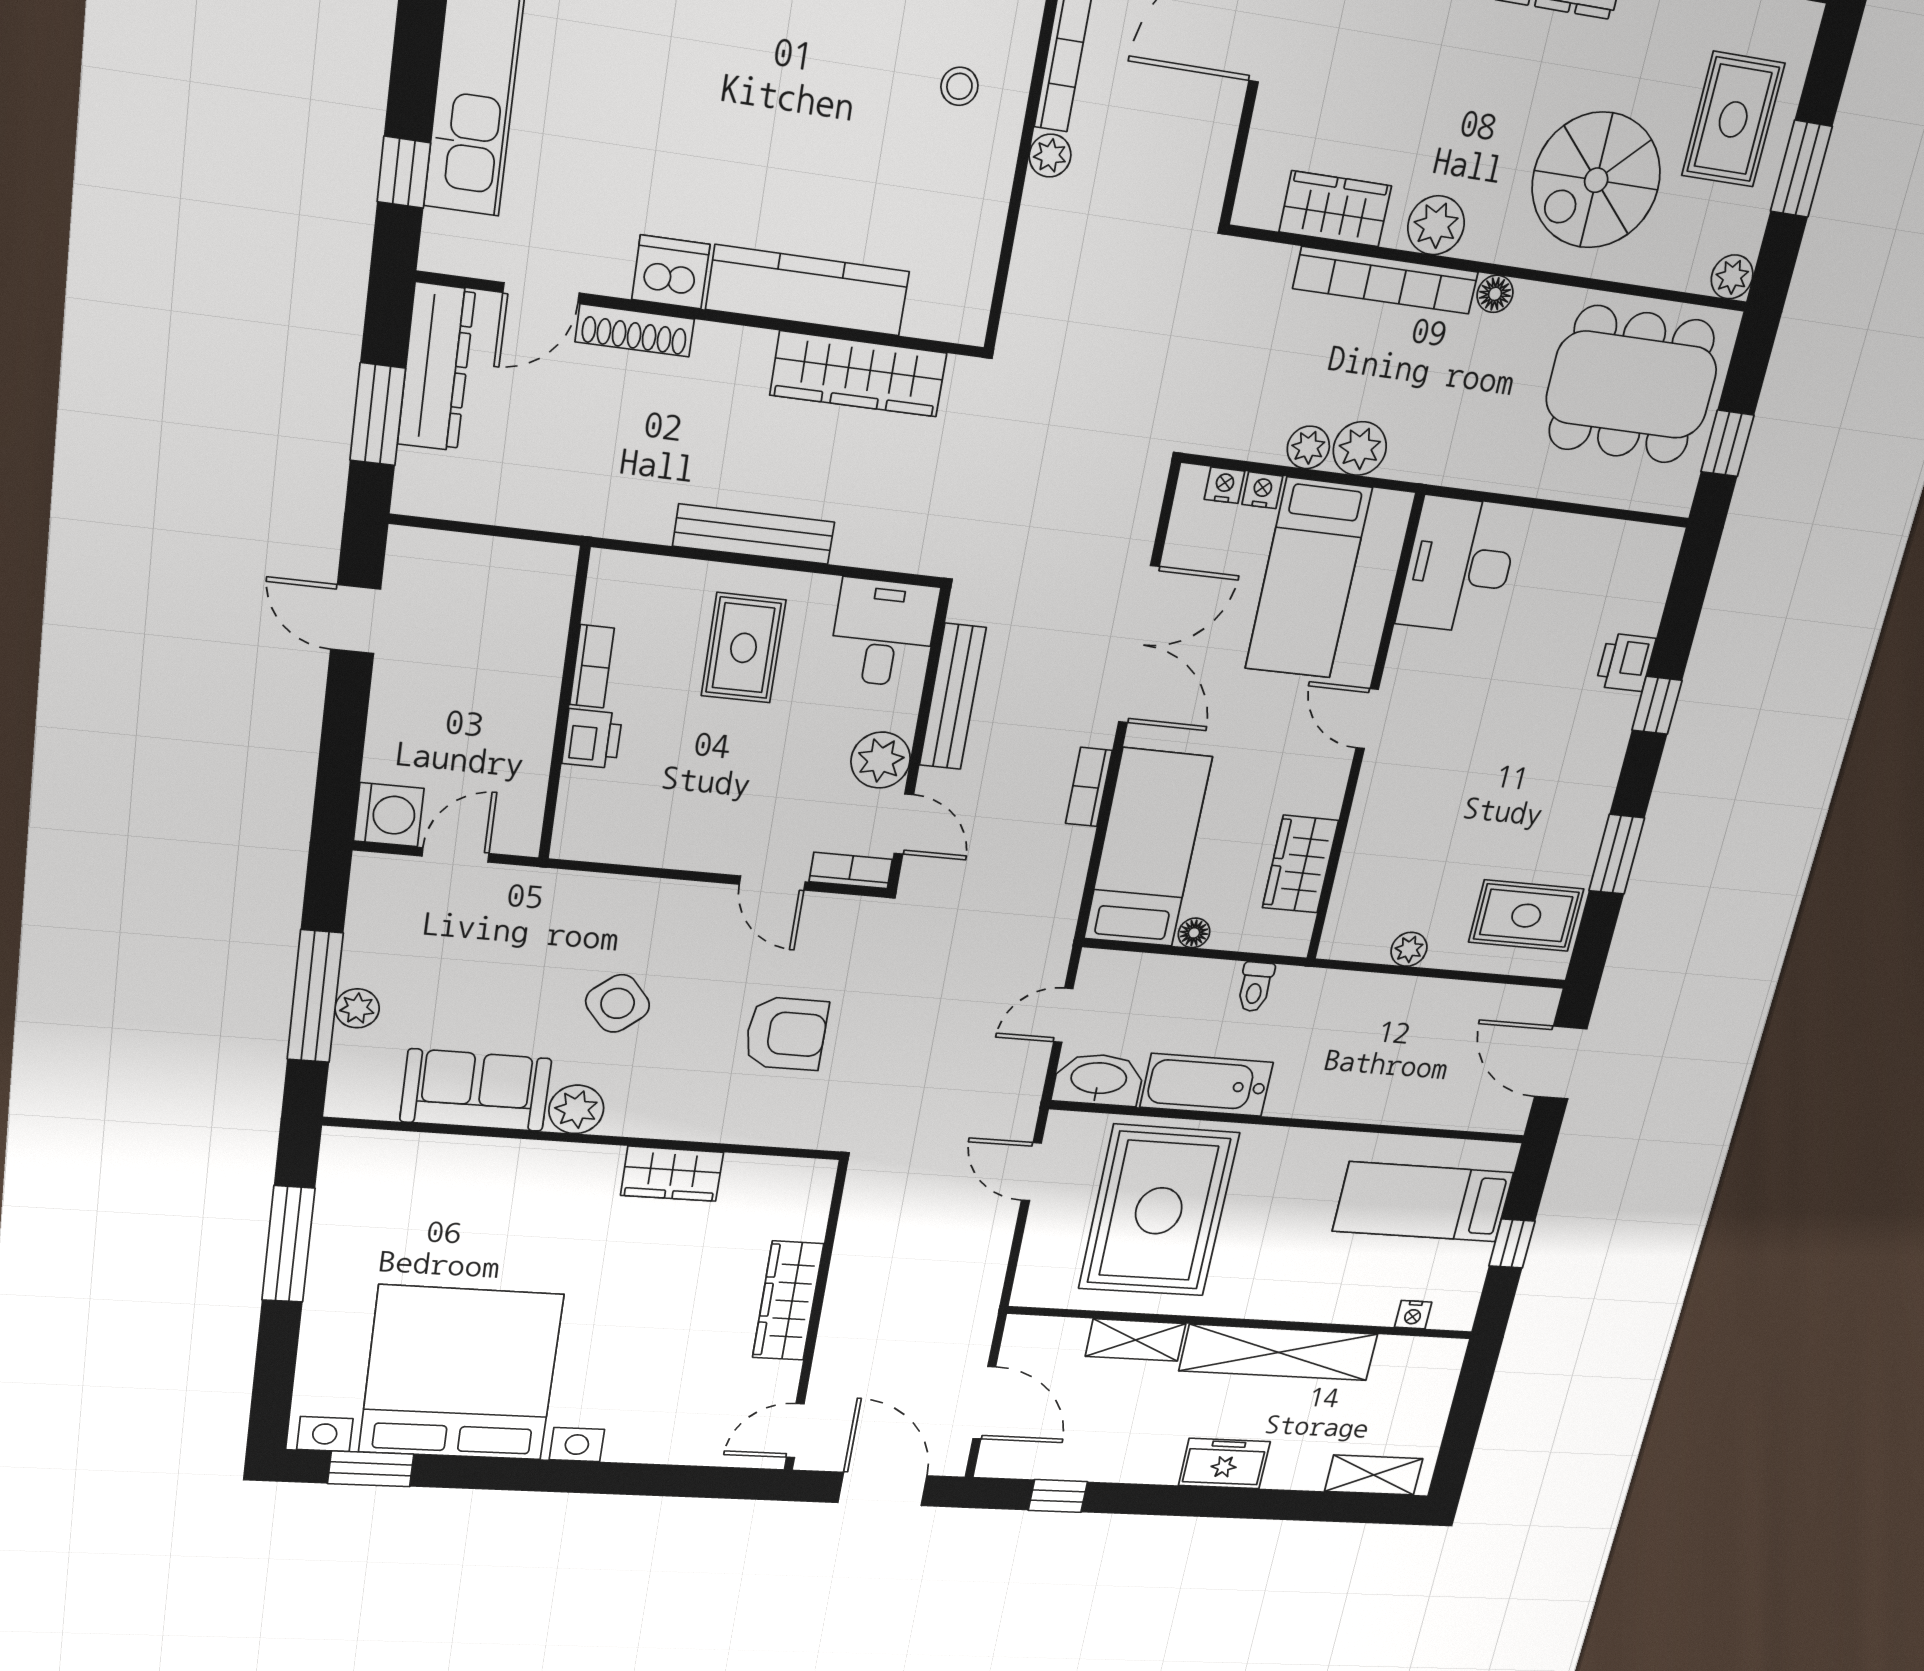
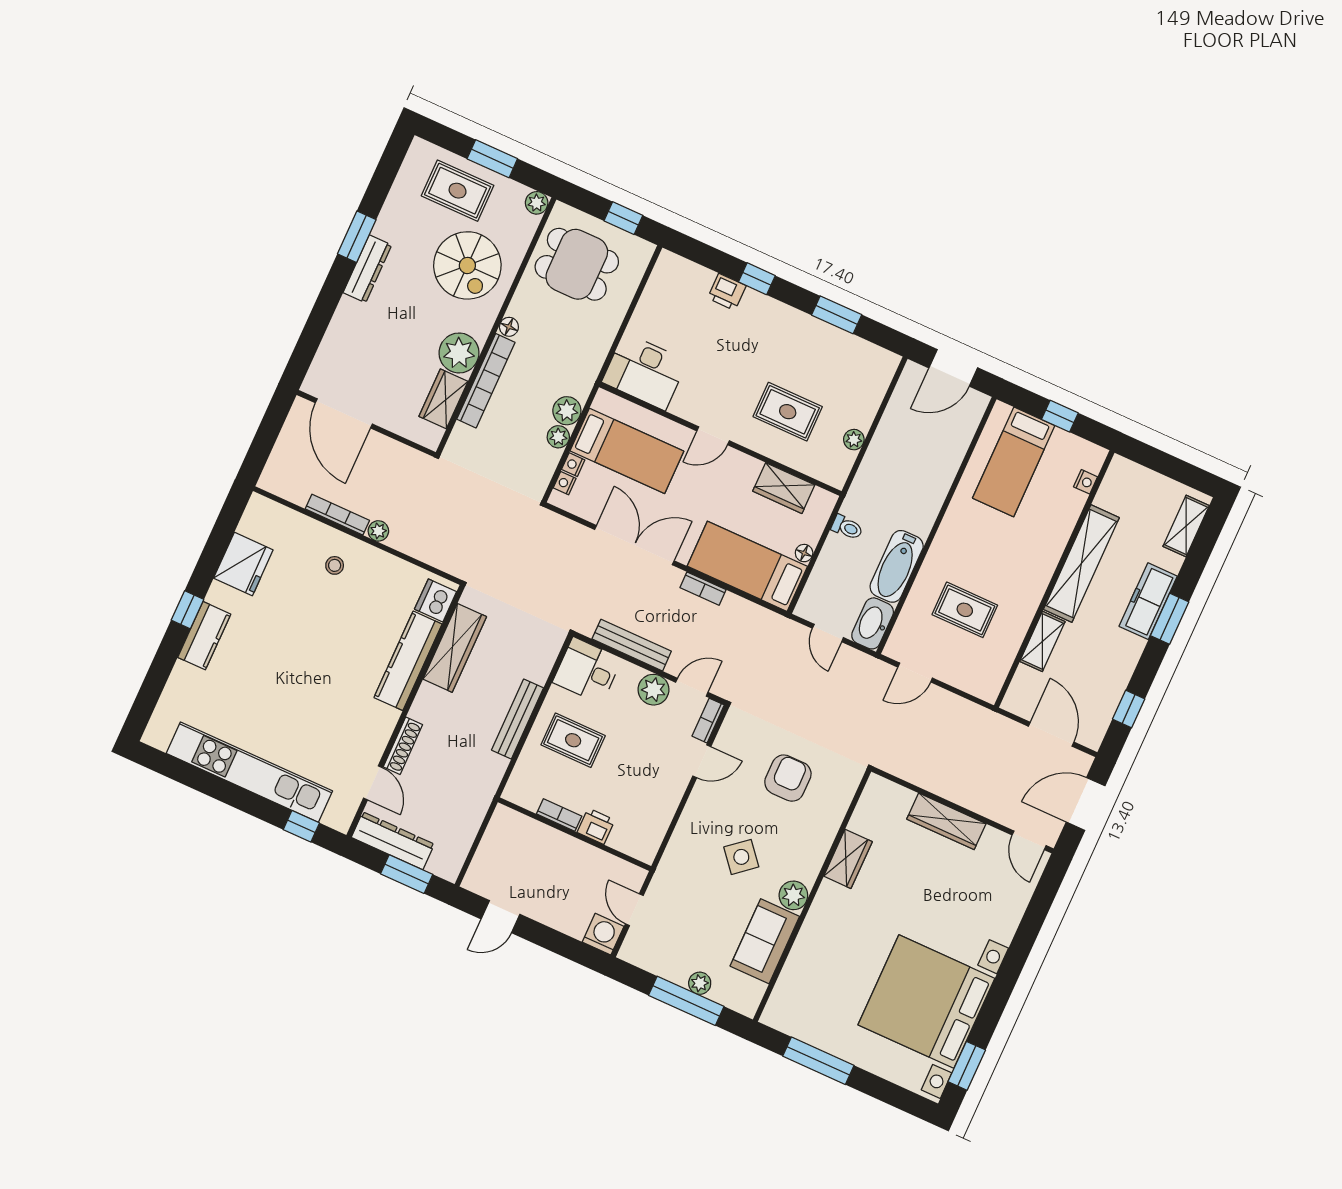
plant: (1436, 225) -> (459, 353), width x1.36, depth x1.36
dishwasher: (671, 272) -> (436, 600), moved
dining table: (1632, 385) -> (577, 264), width x0.73
rug: (1526, 916) -> (788, 412), moved, turned 90
rug: (1159, 1211) -> (965, 610), width x0.54, depth x0.49
door: (984, 1403) -> (1051, 734), hinge flipped
freezer: (1224, 1464) -> (1148, 601), width x1.40
window: (1220, 1502) -> (1170, 619), added

